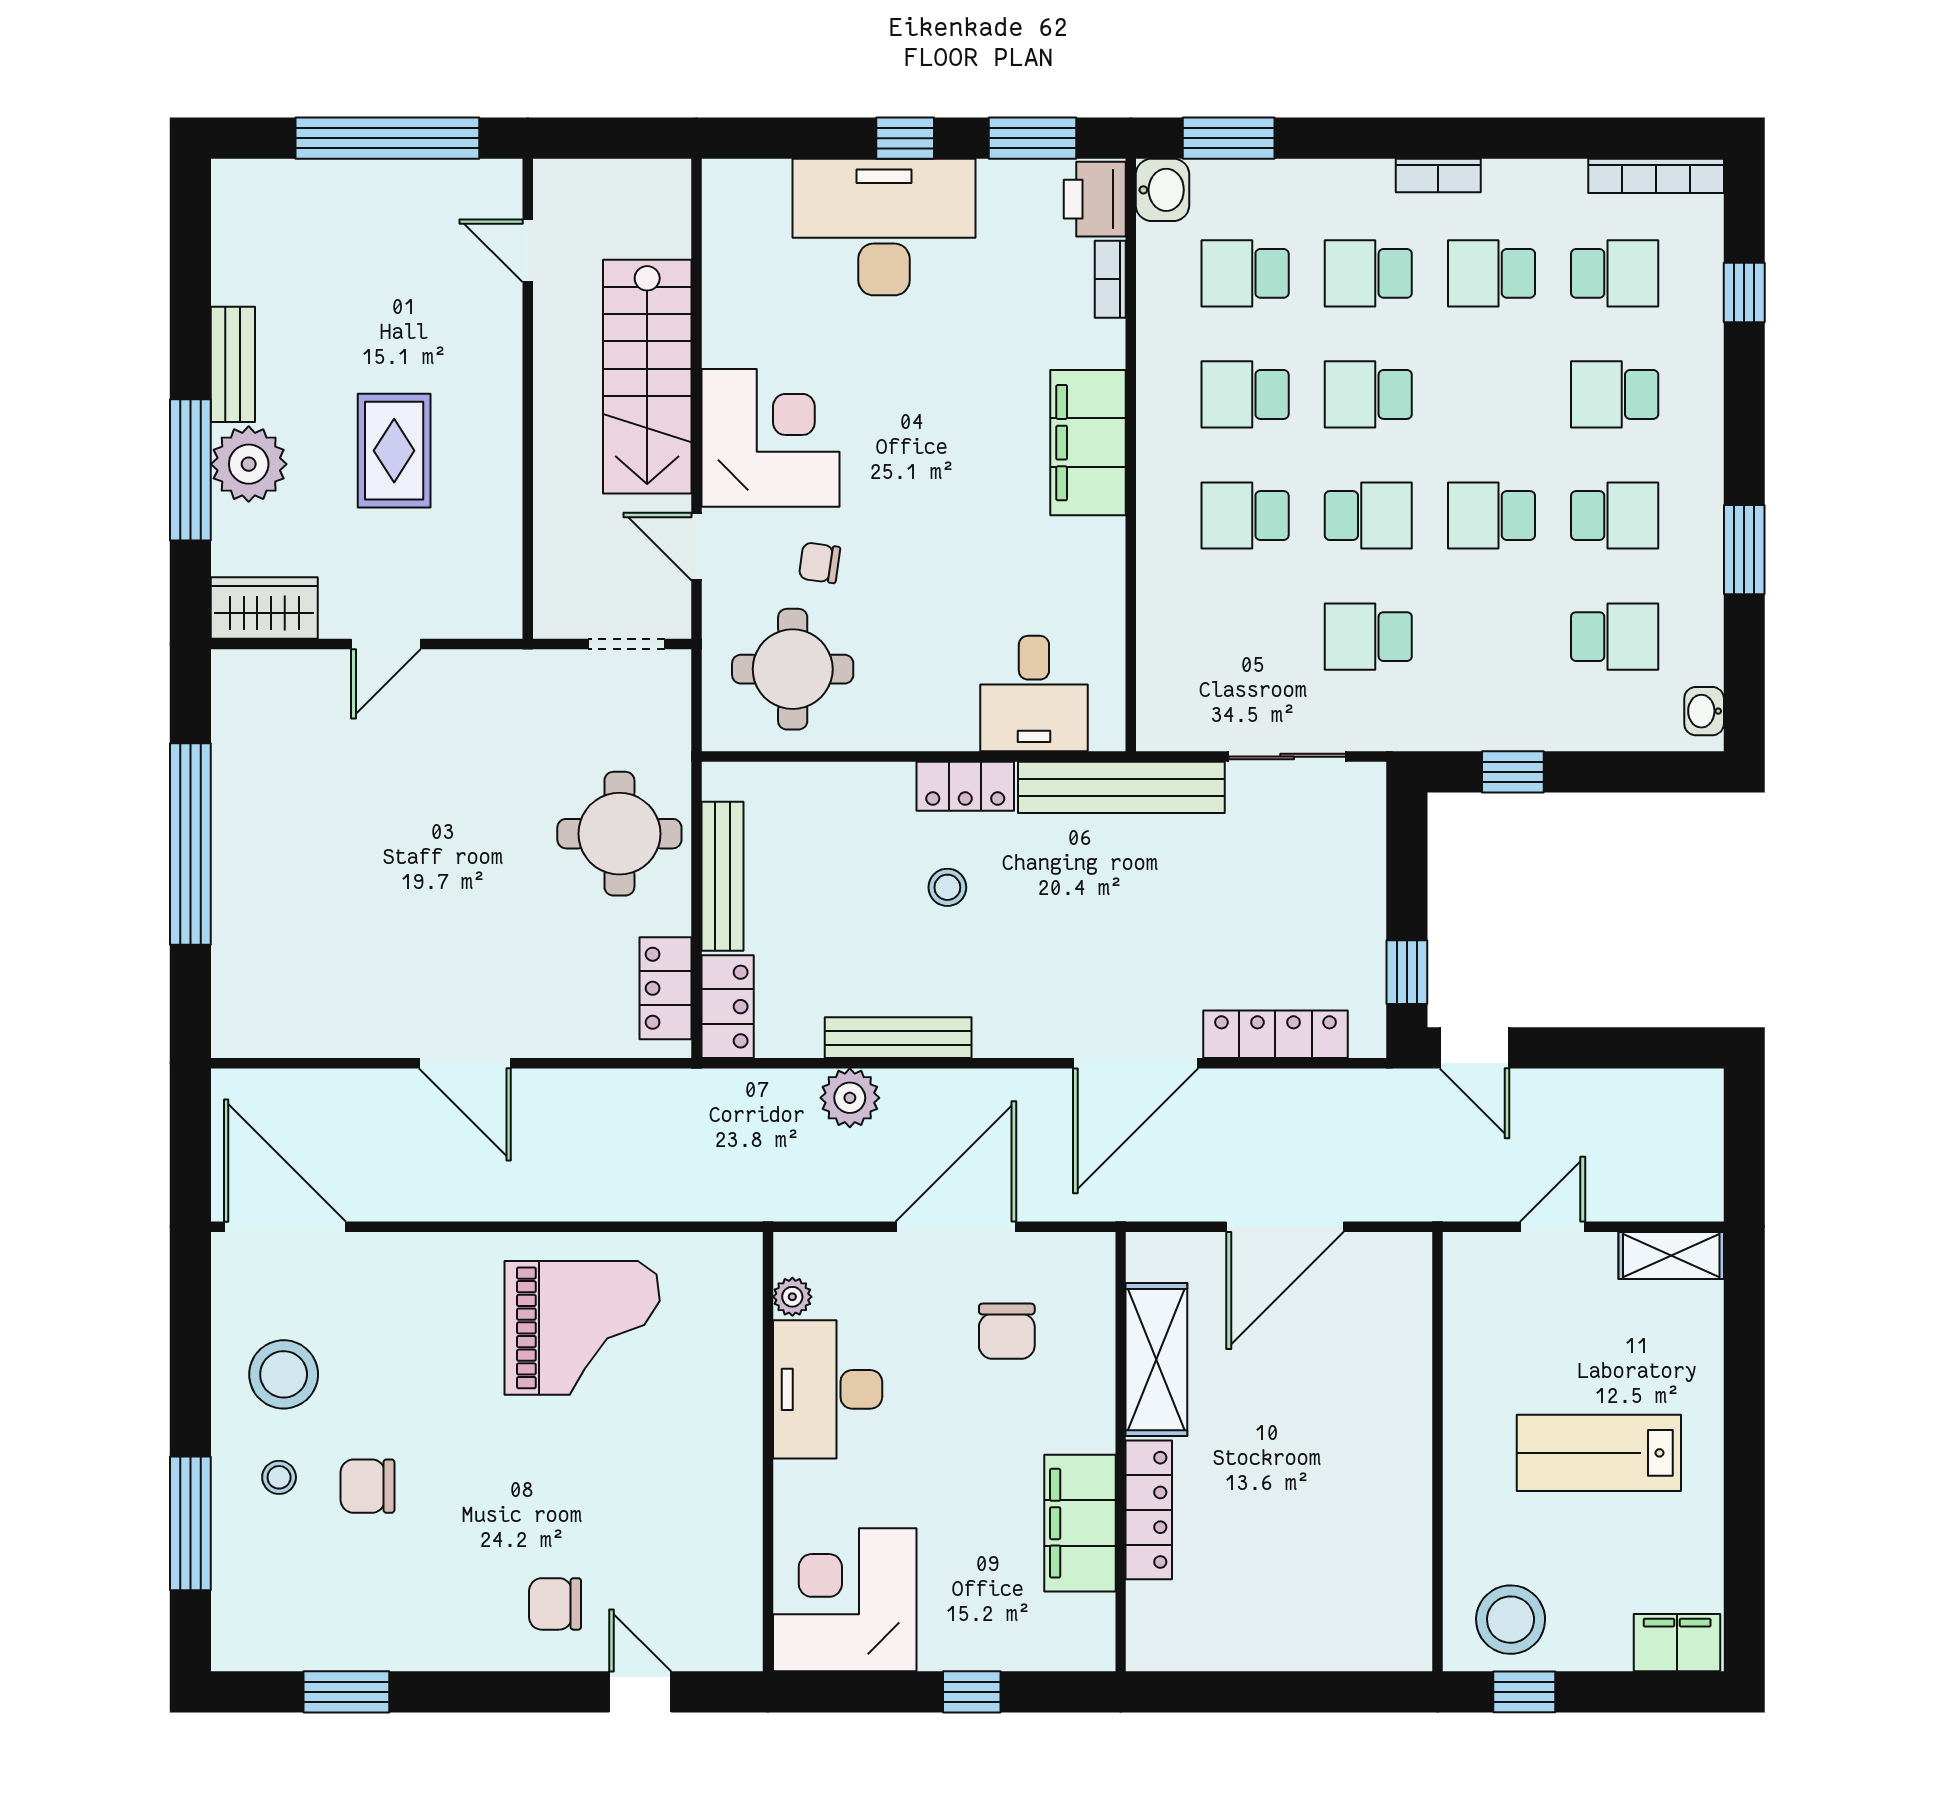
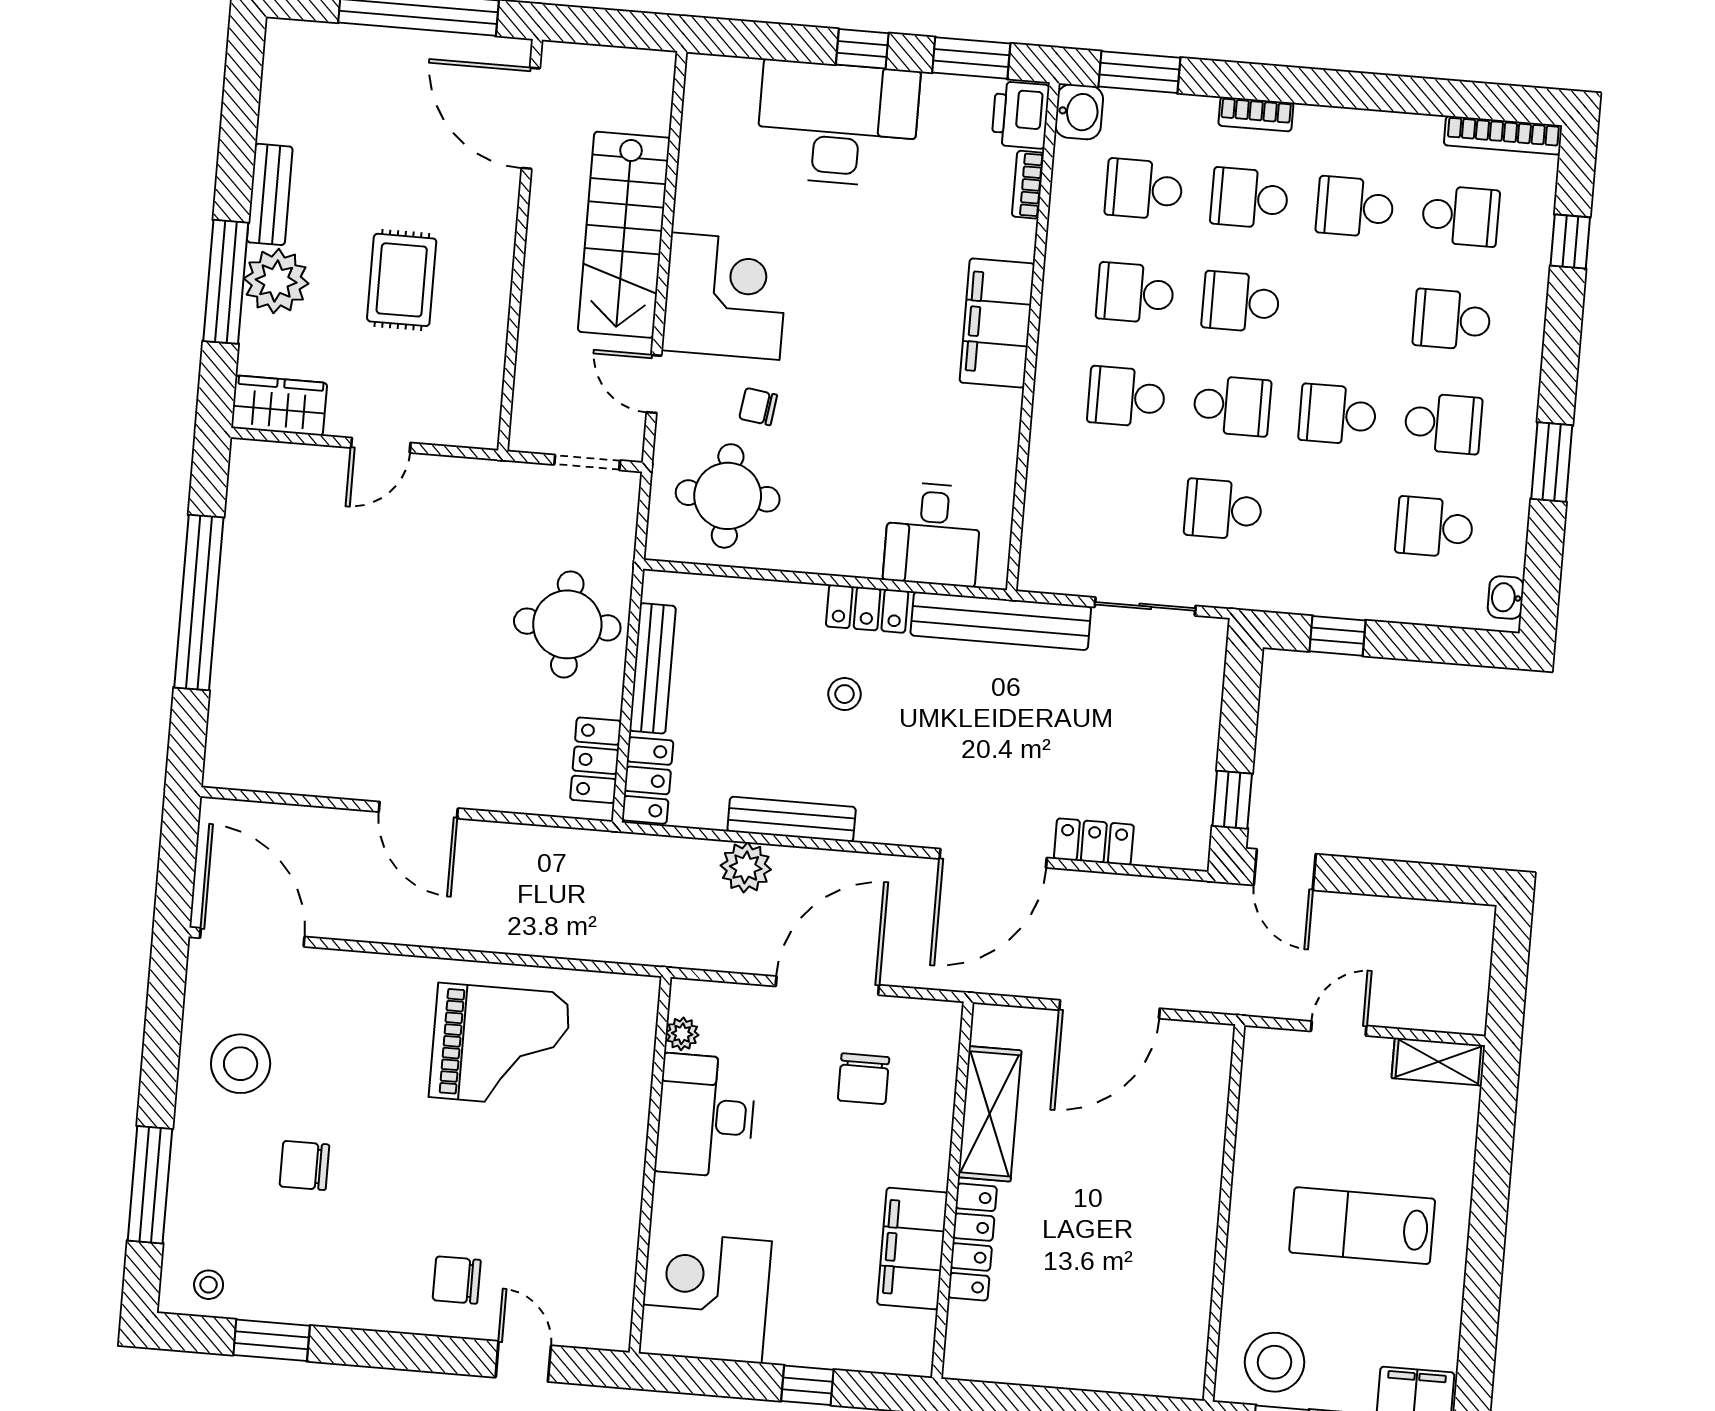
bookcase: (1438, 175) -> (1256, 114), moved
door: (528, 251) -> (531, 118), width x1.87
school desk: (1615, 637) -> (1434, 527), turned 180
locker: (1275, 1034) -> (1094, 842), width x0.66
stool: (279, 1477) -> (209, 1285), moved

